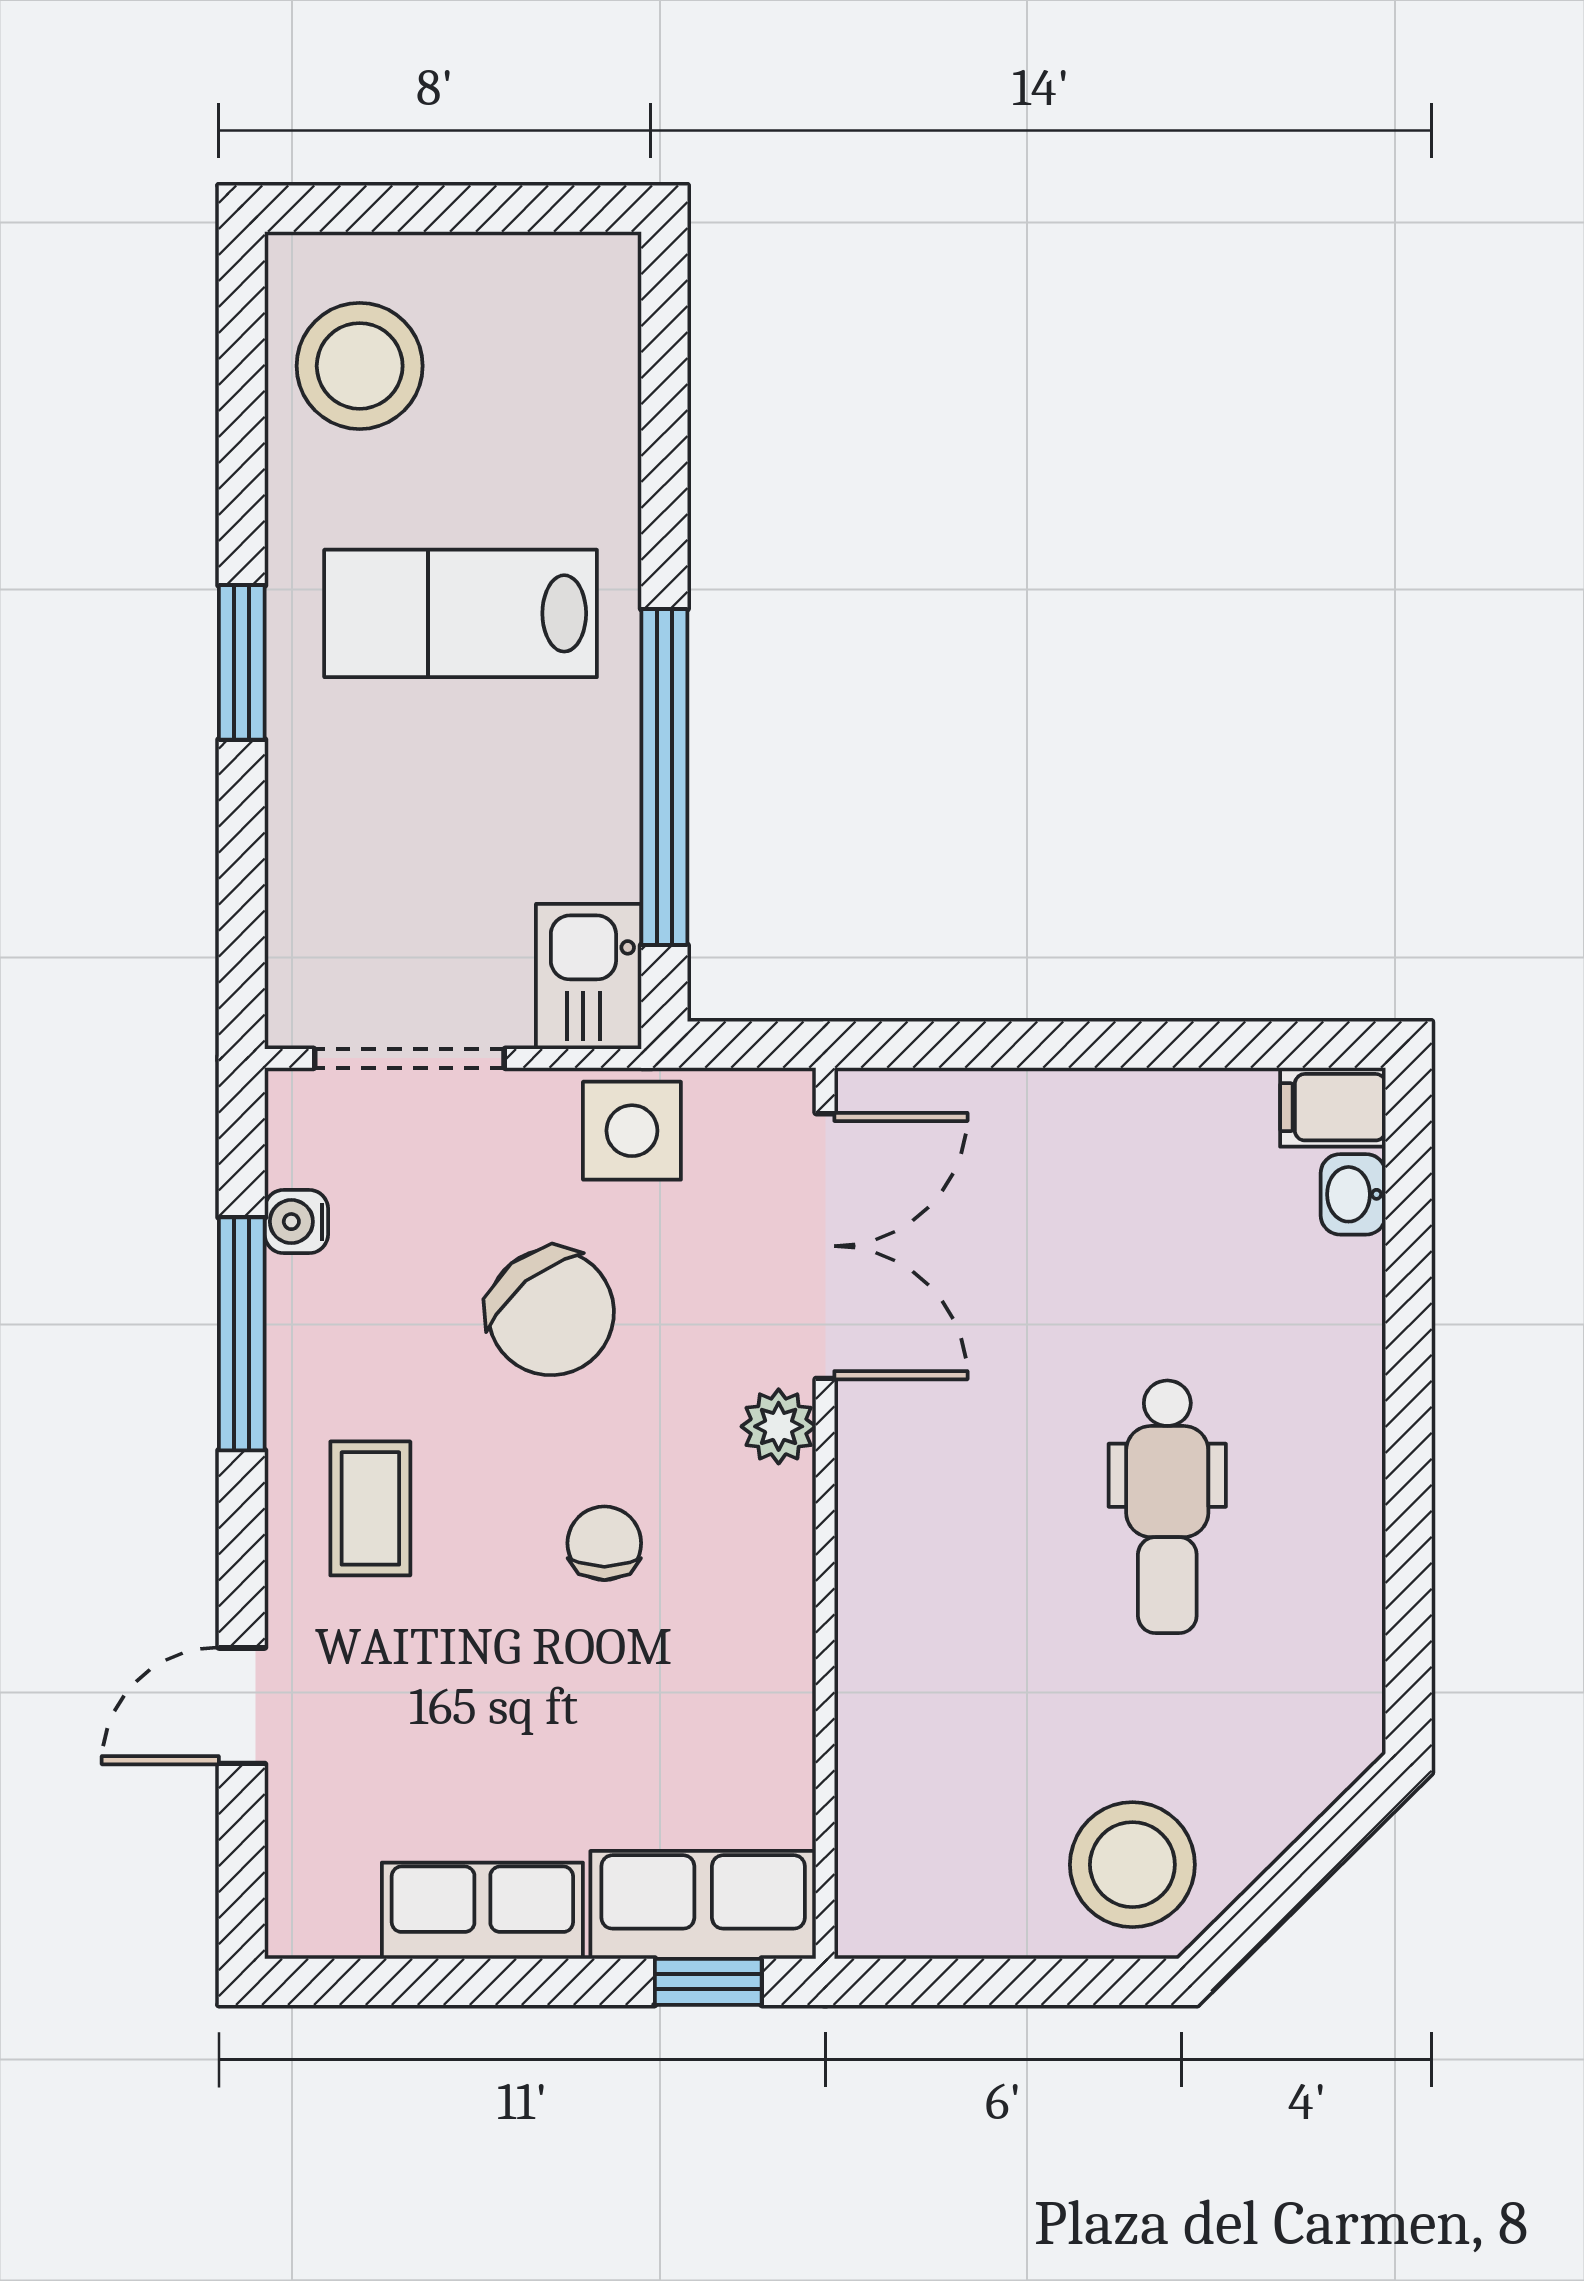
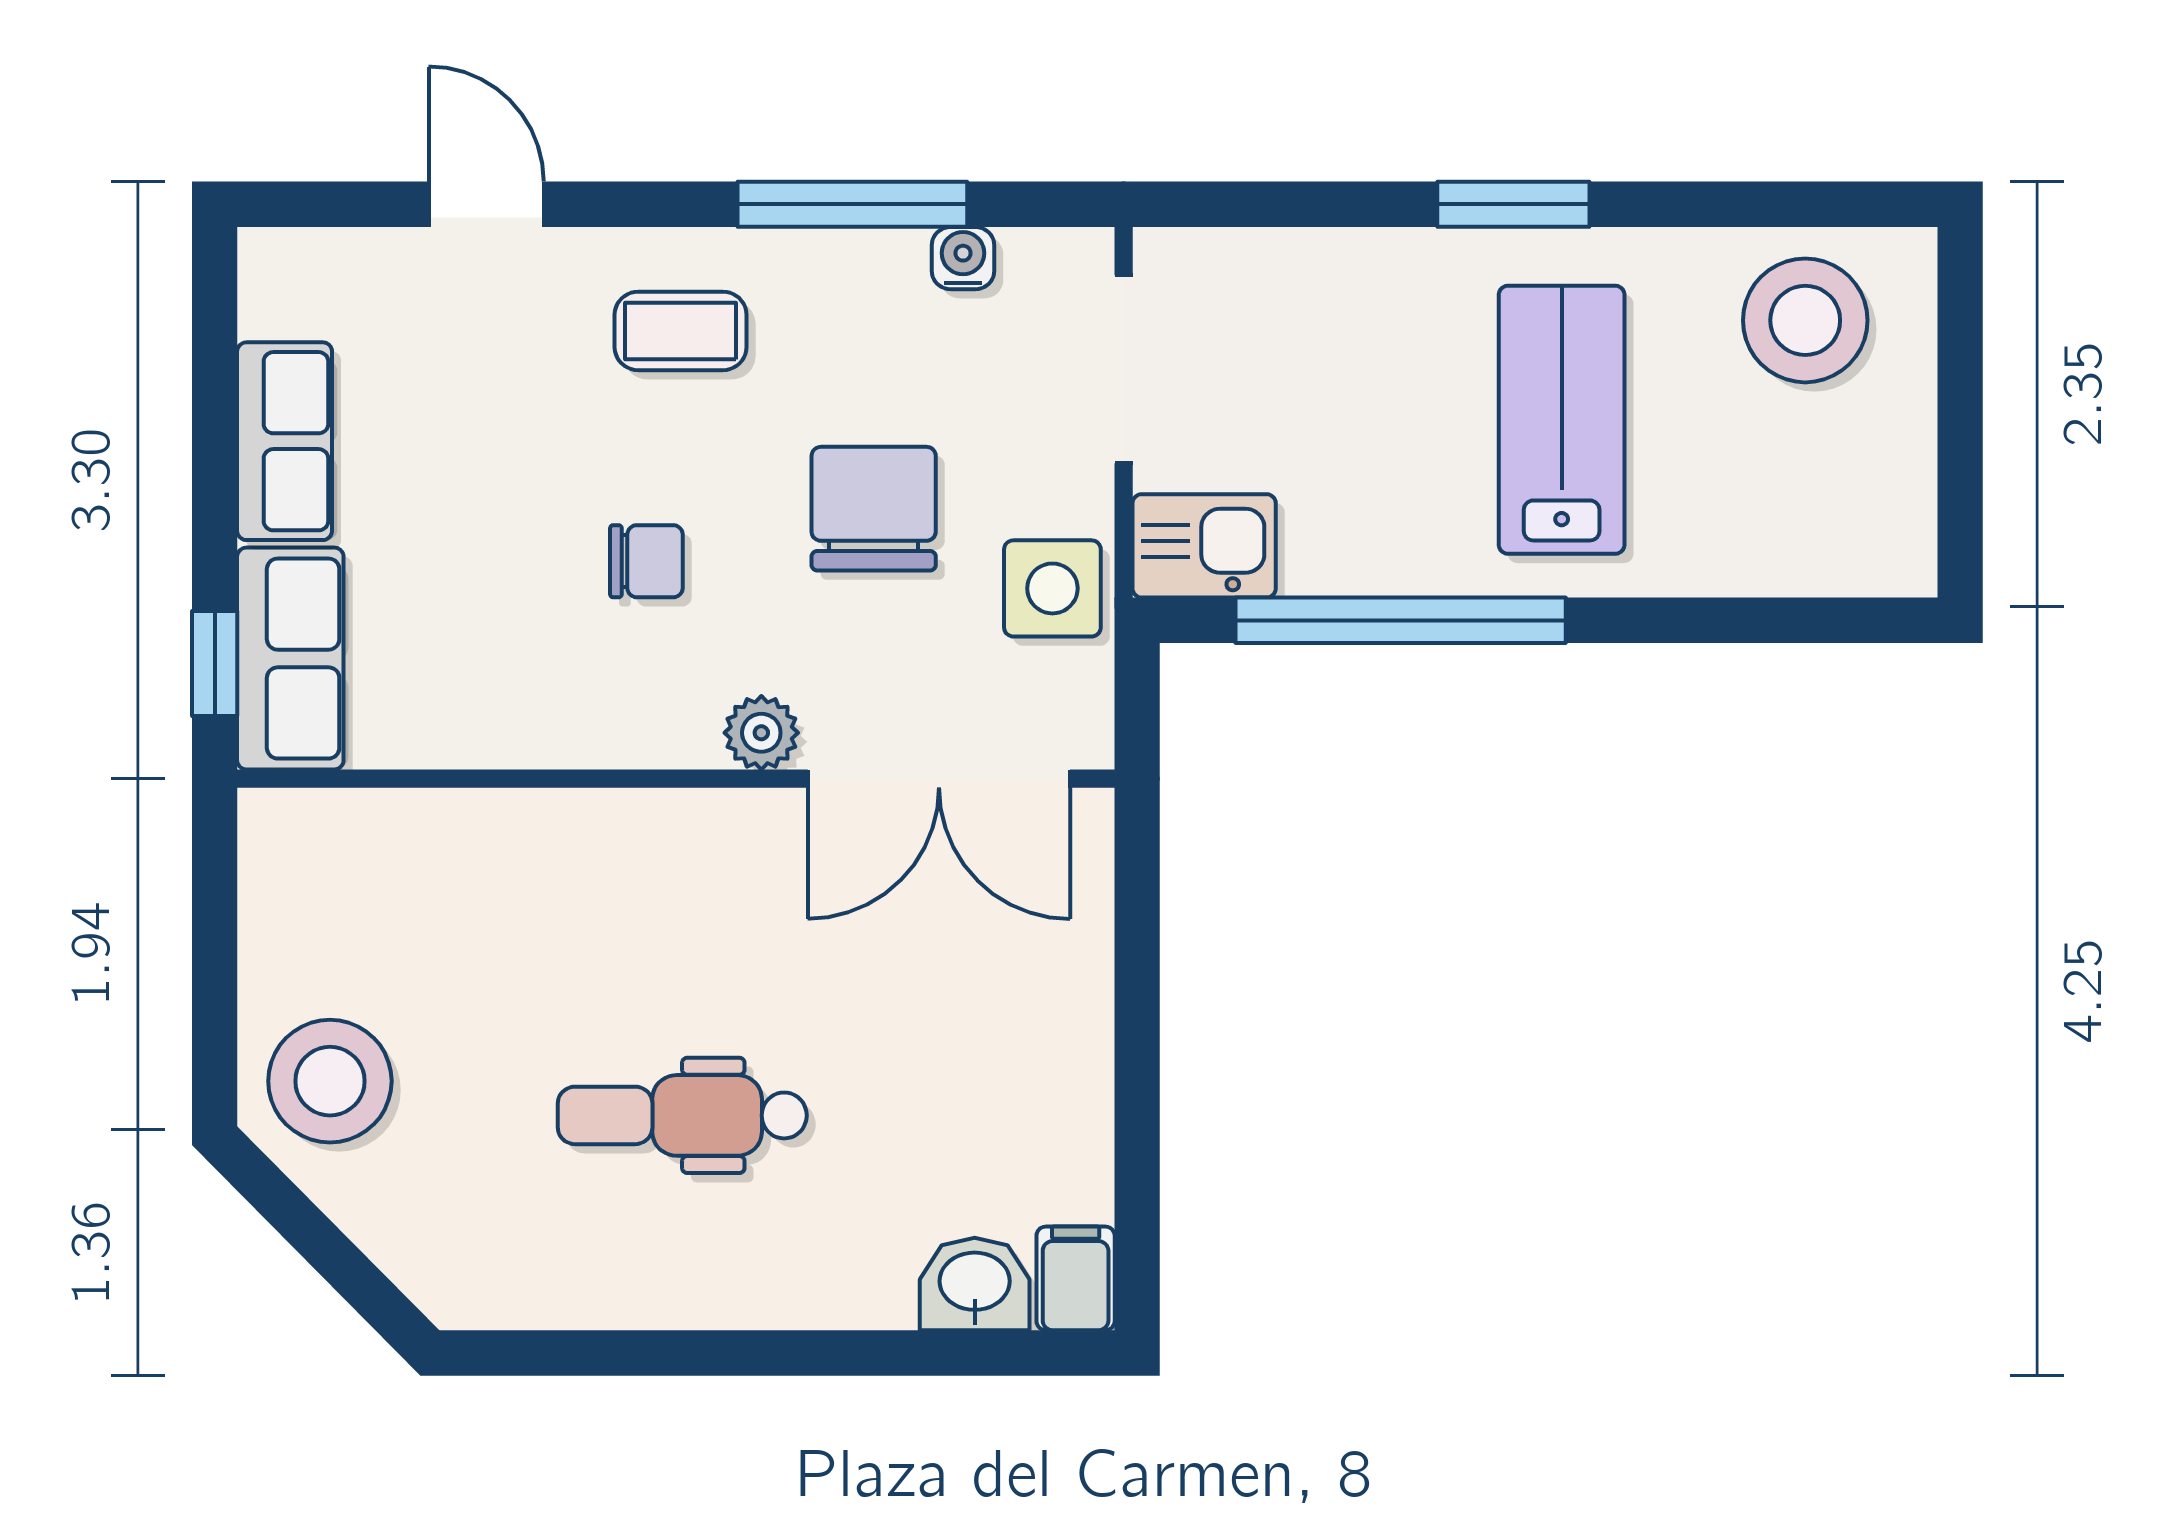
washbasin: (1353, 1194) -> (975, 1284), width x1.38, depth x1.45
chair: (551, 1312) -> (874, 509), turned 129

